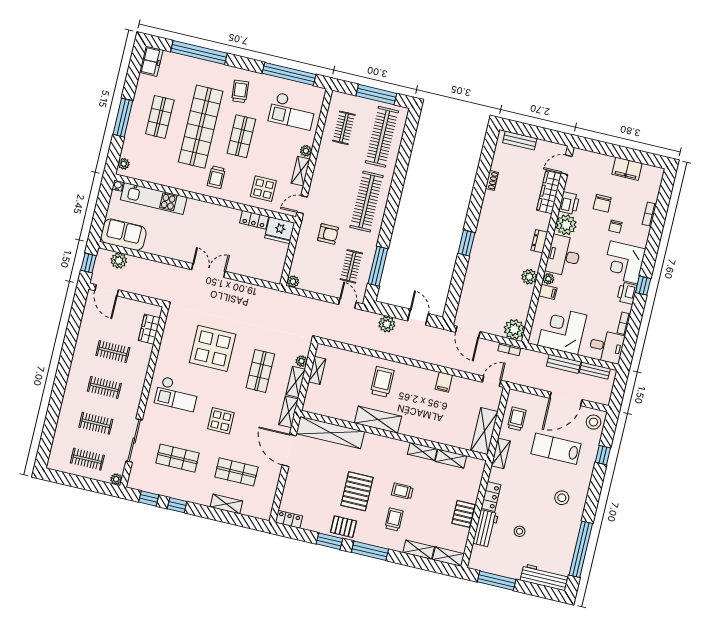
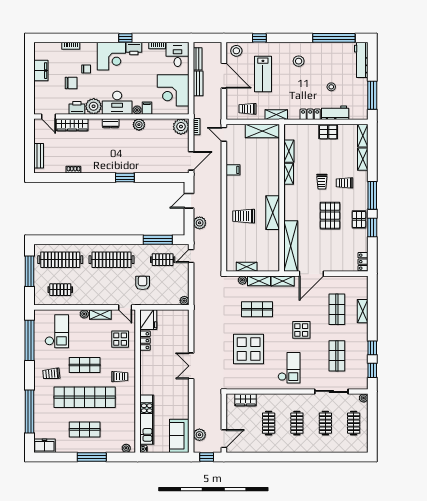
pallet: (357, 491) -> (330, 216), turned 90

